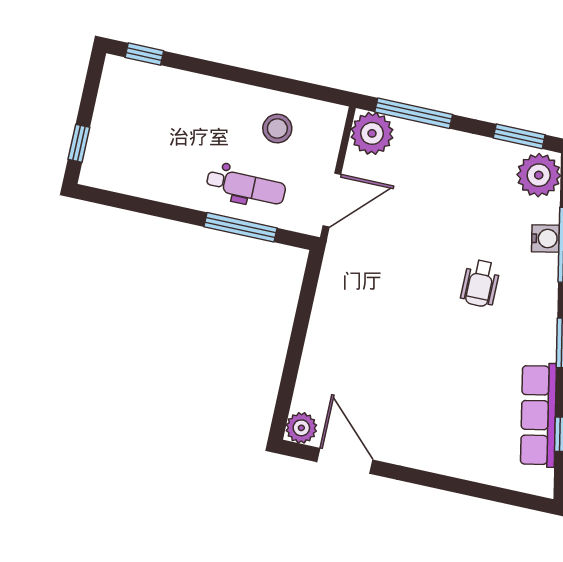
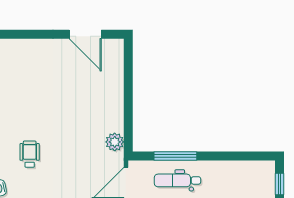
plant: (301, 428) -> (115, 142), moved

